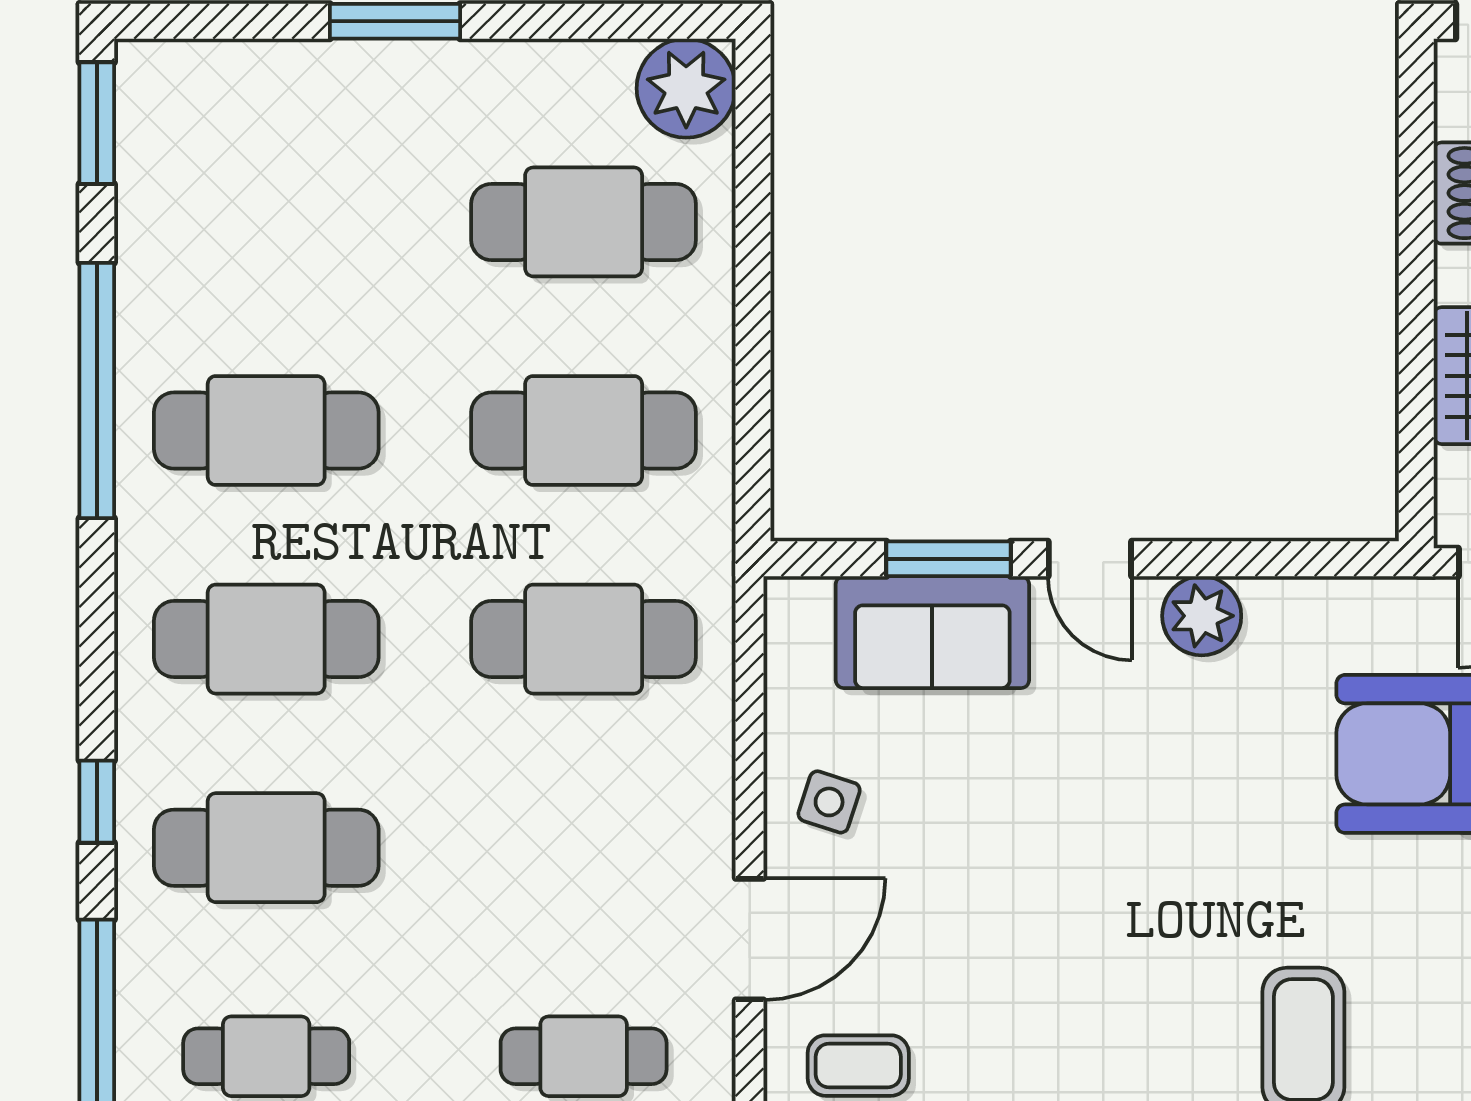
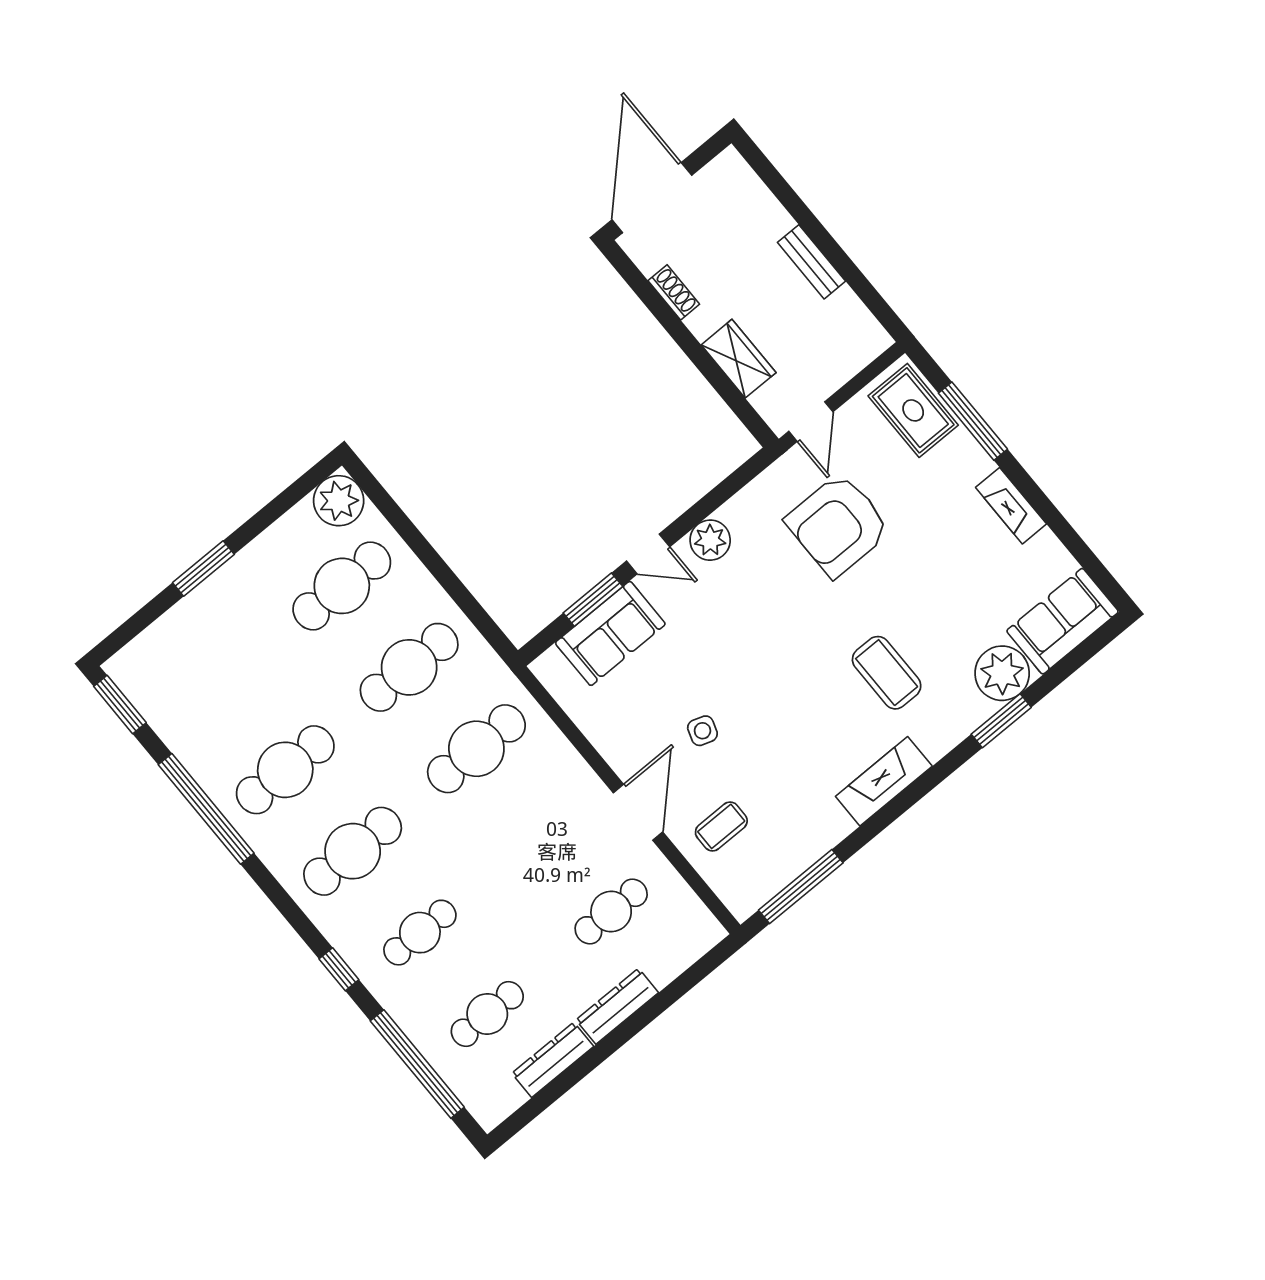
side table: (829, 802) -> (702, 731), moved
cafe table: (266, 848) -> (420, 933), width x0.73, depth x0.74

